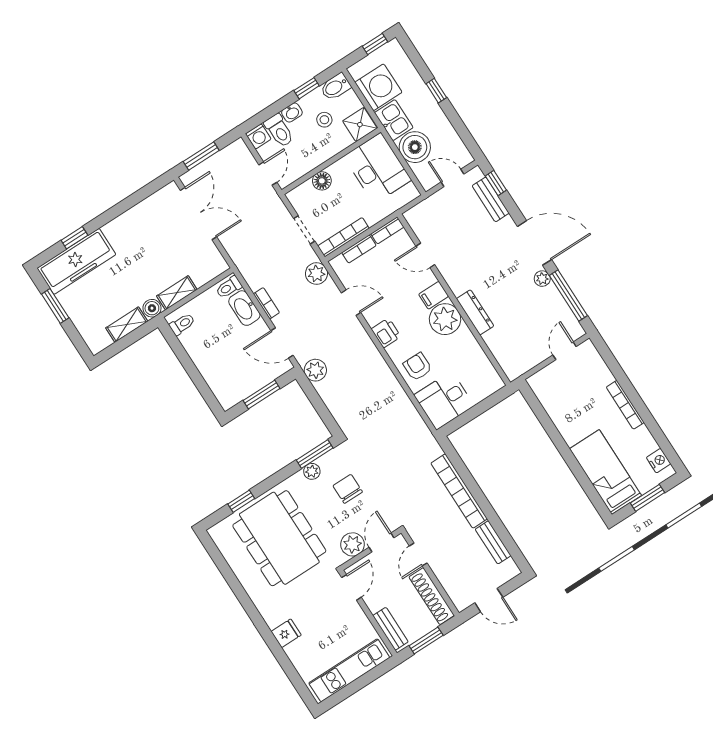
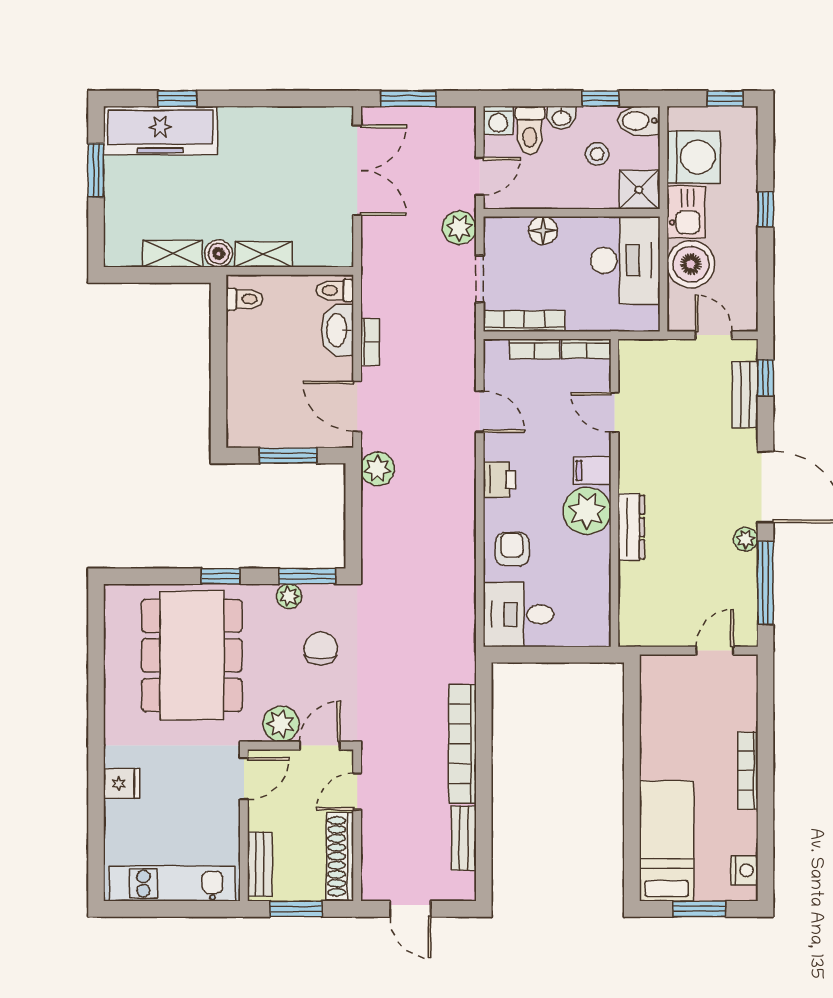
plant: (316, 274) -> (459, 228), moved
window: (241, 501) -> (221, 576), moved

